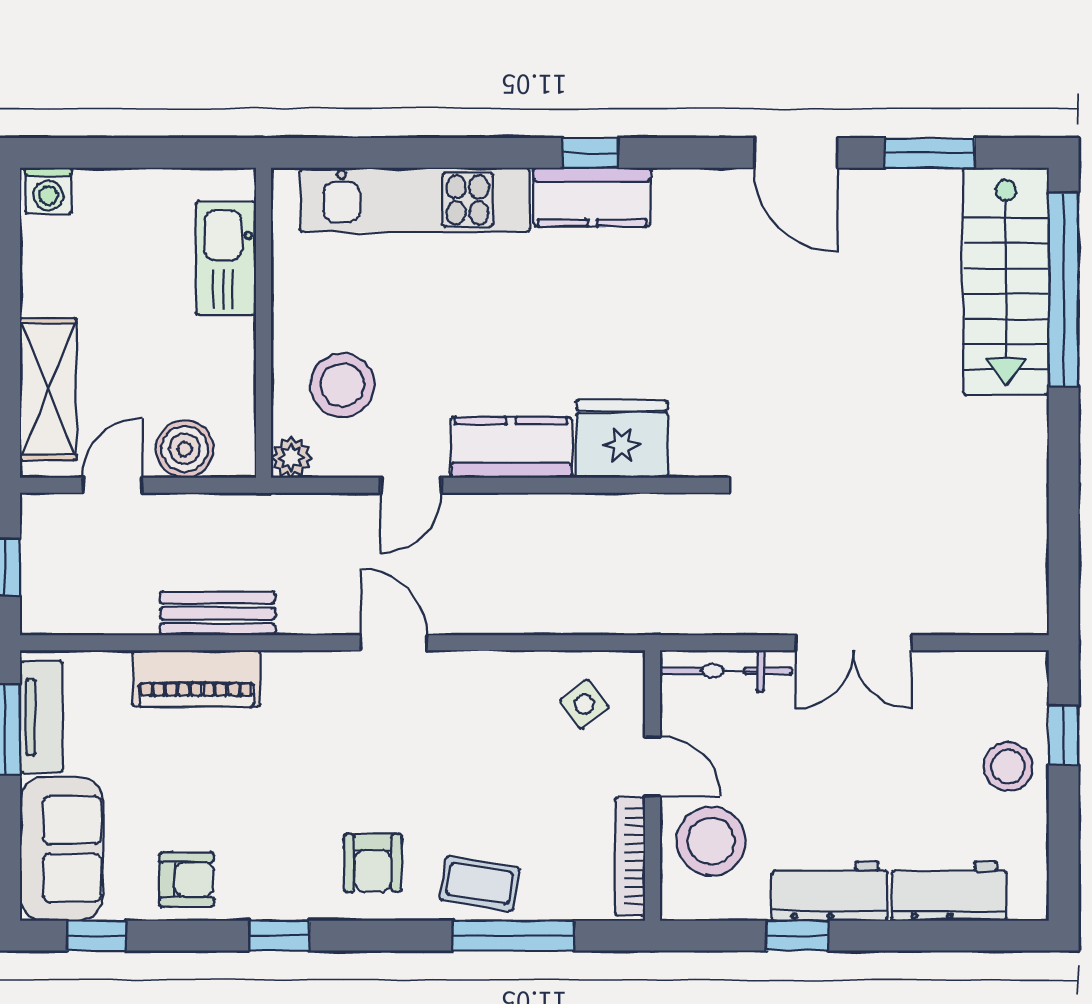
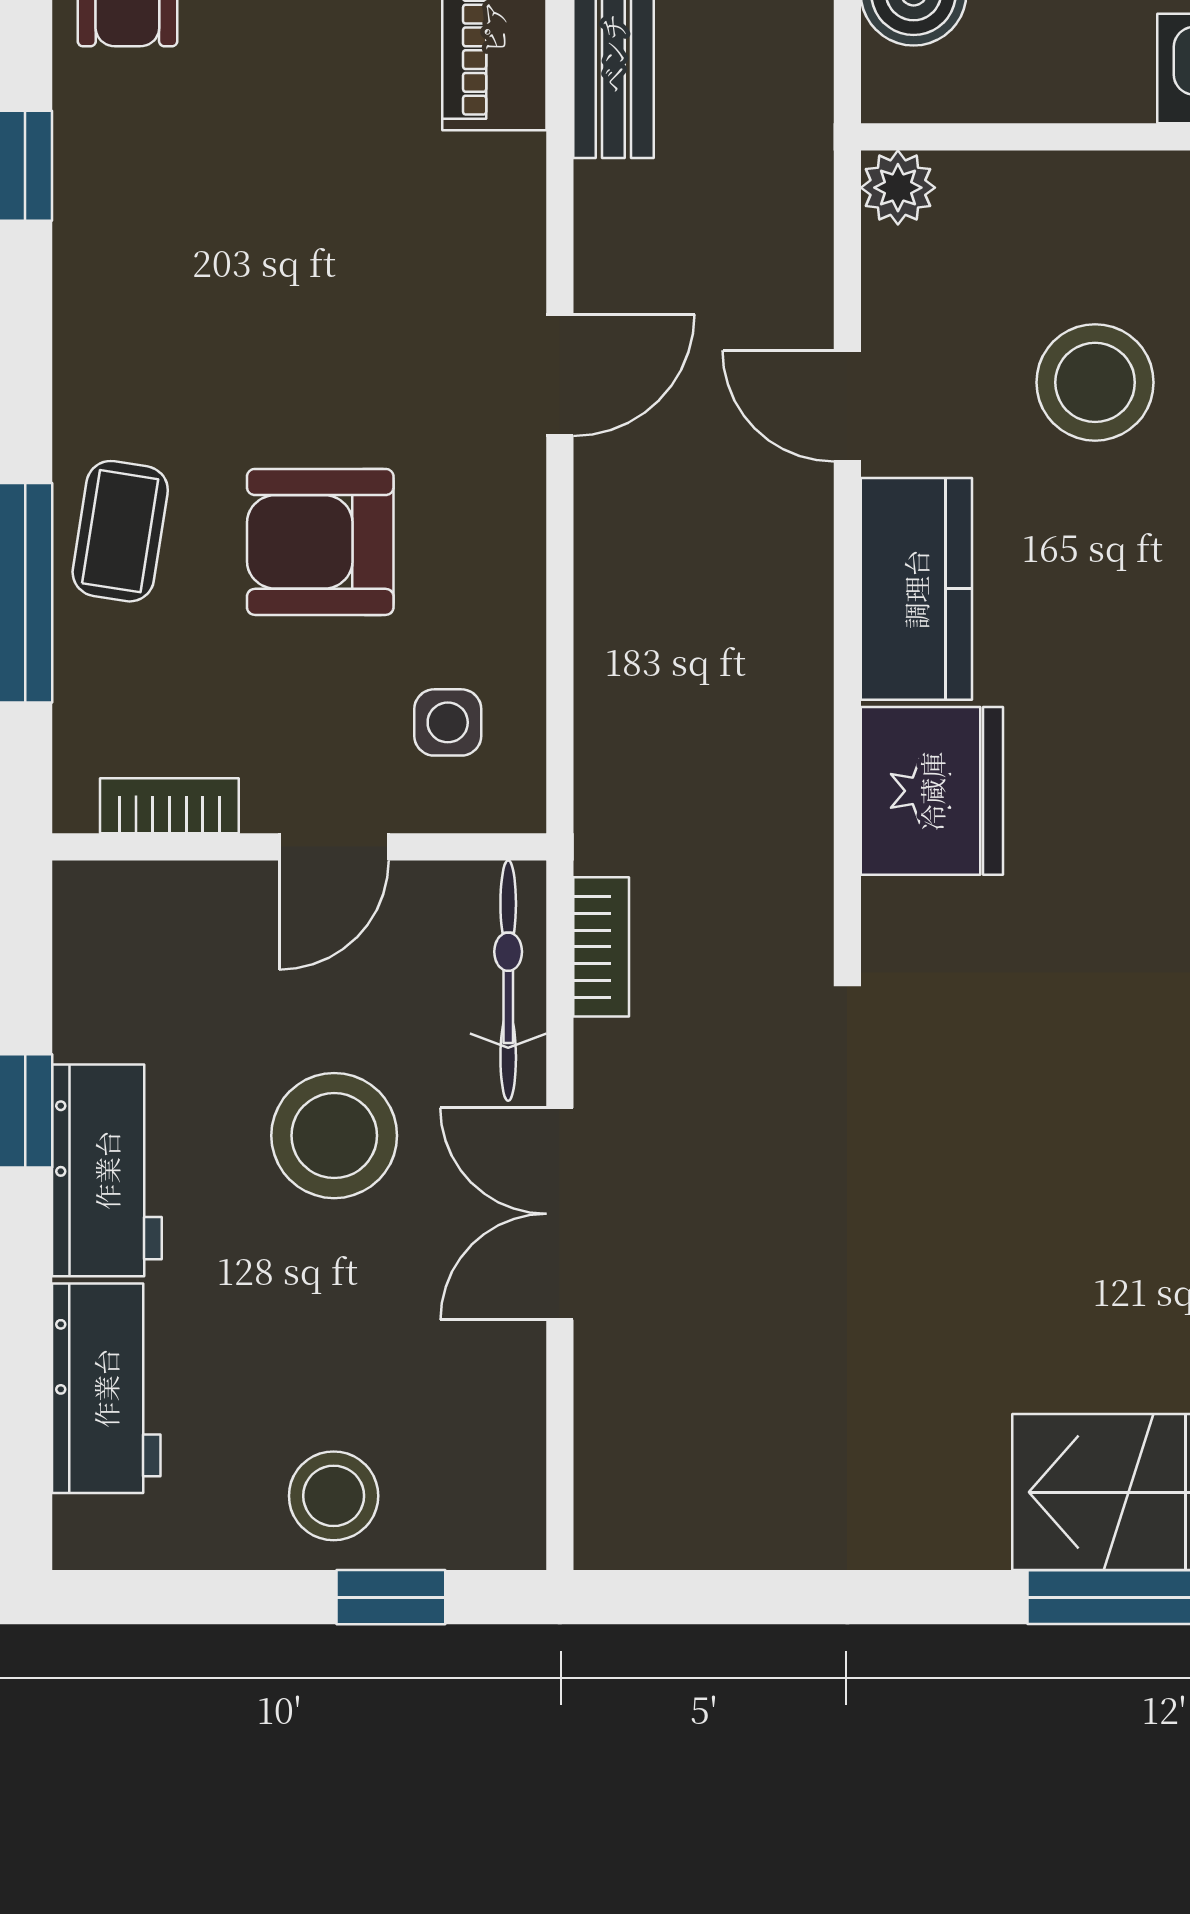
stool: (342, 385) -> (1095, 382), moved
bookcase: (707, 620) -> (601, 947), added
side table: (584, 704) -> (448, 722), turned 37
stool: (711, 841) -> (334, 1136), moved
bookcase: (630, 857) -> (169, 806), width x0.64
armchair: (373, 863) -> (320, 542), moved, width x1.38, depth x1.38

